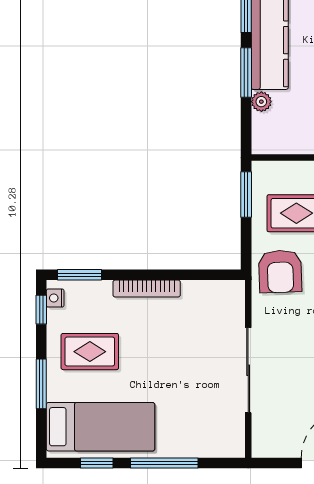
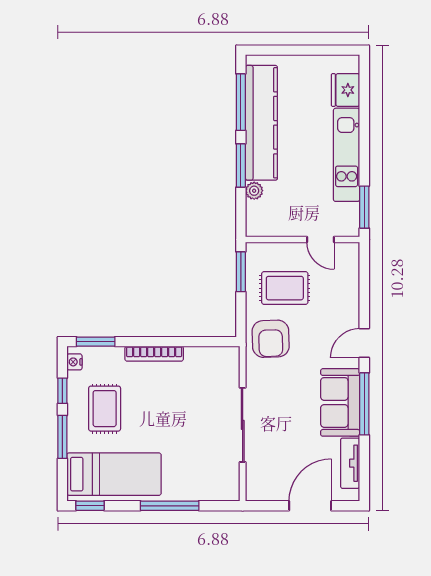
window: (41, 310) -> (62, 391), moved
rug: (90, 352) -> (105, 409), turned 90
window: (97, 463) -> (90, 506), moved

